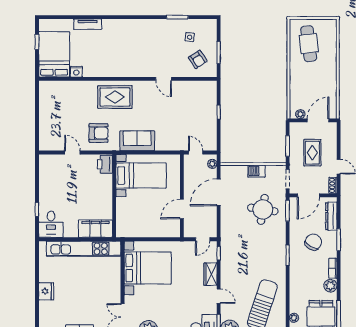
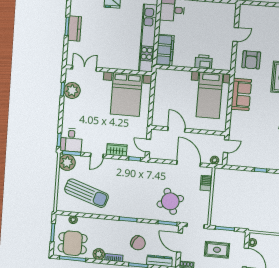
printer: (105, 164) -> (203, 62), moved
barbecue: (256, 171) -> (206, 183), moved
round table: (263, 209) -> (170, 201), turned -30

